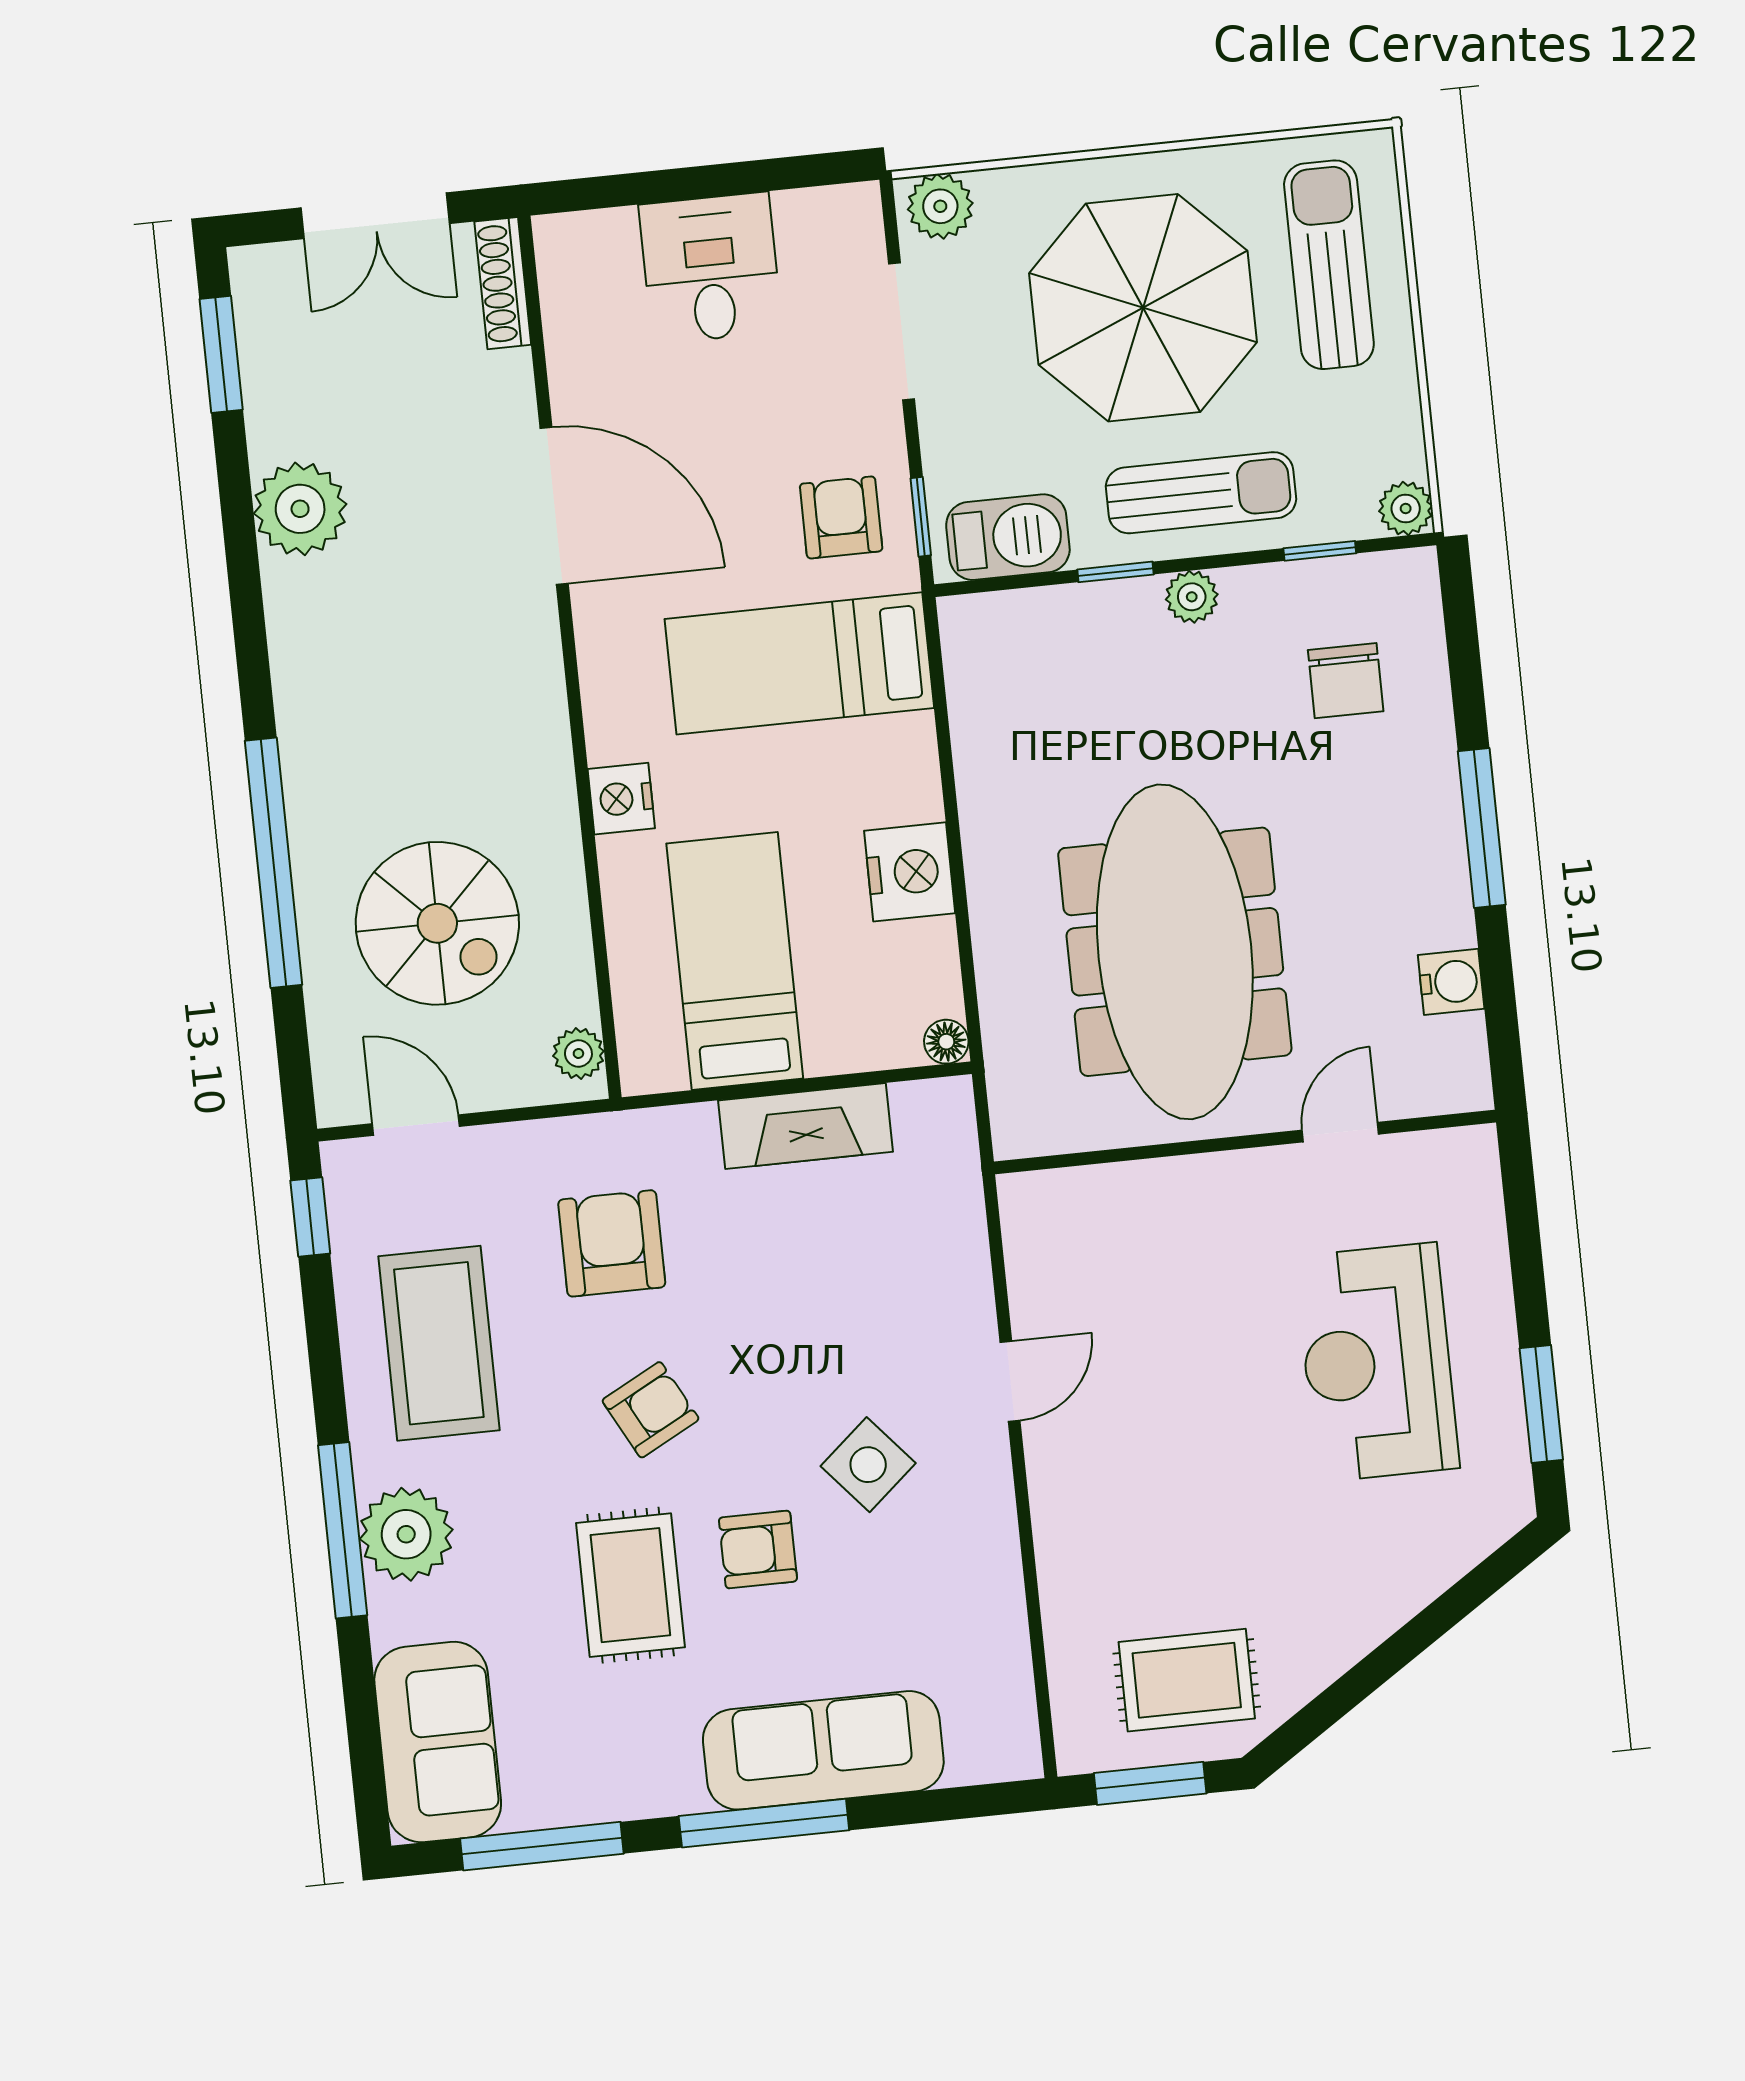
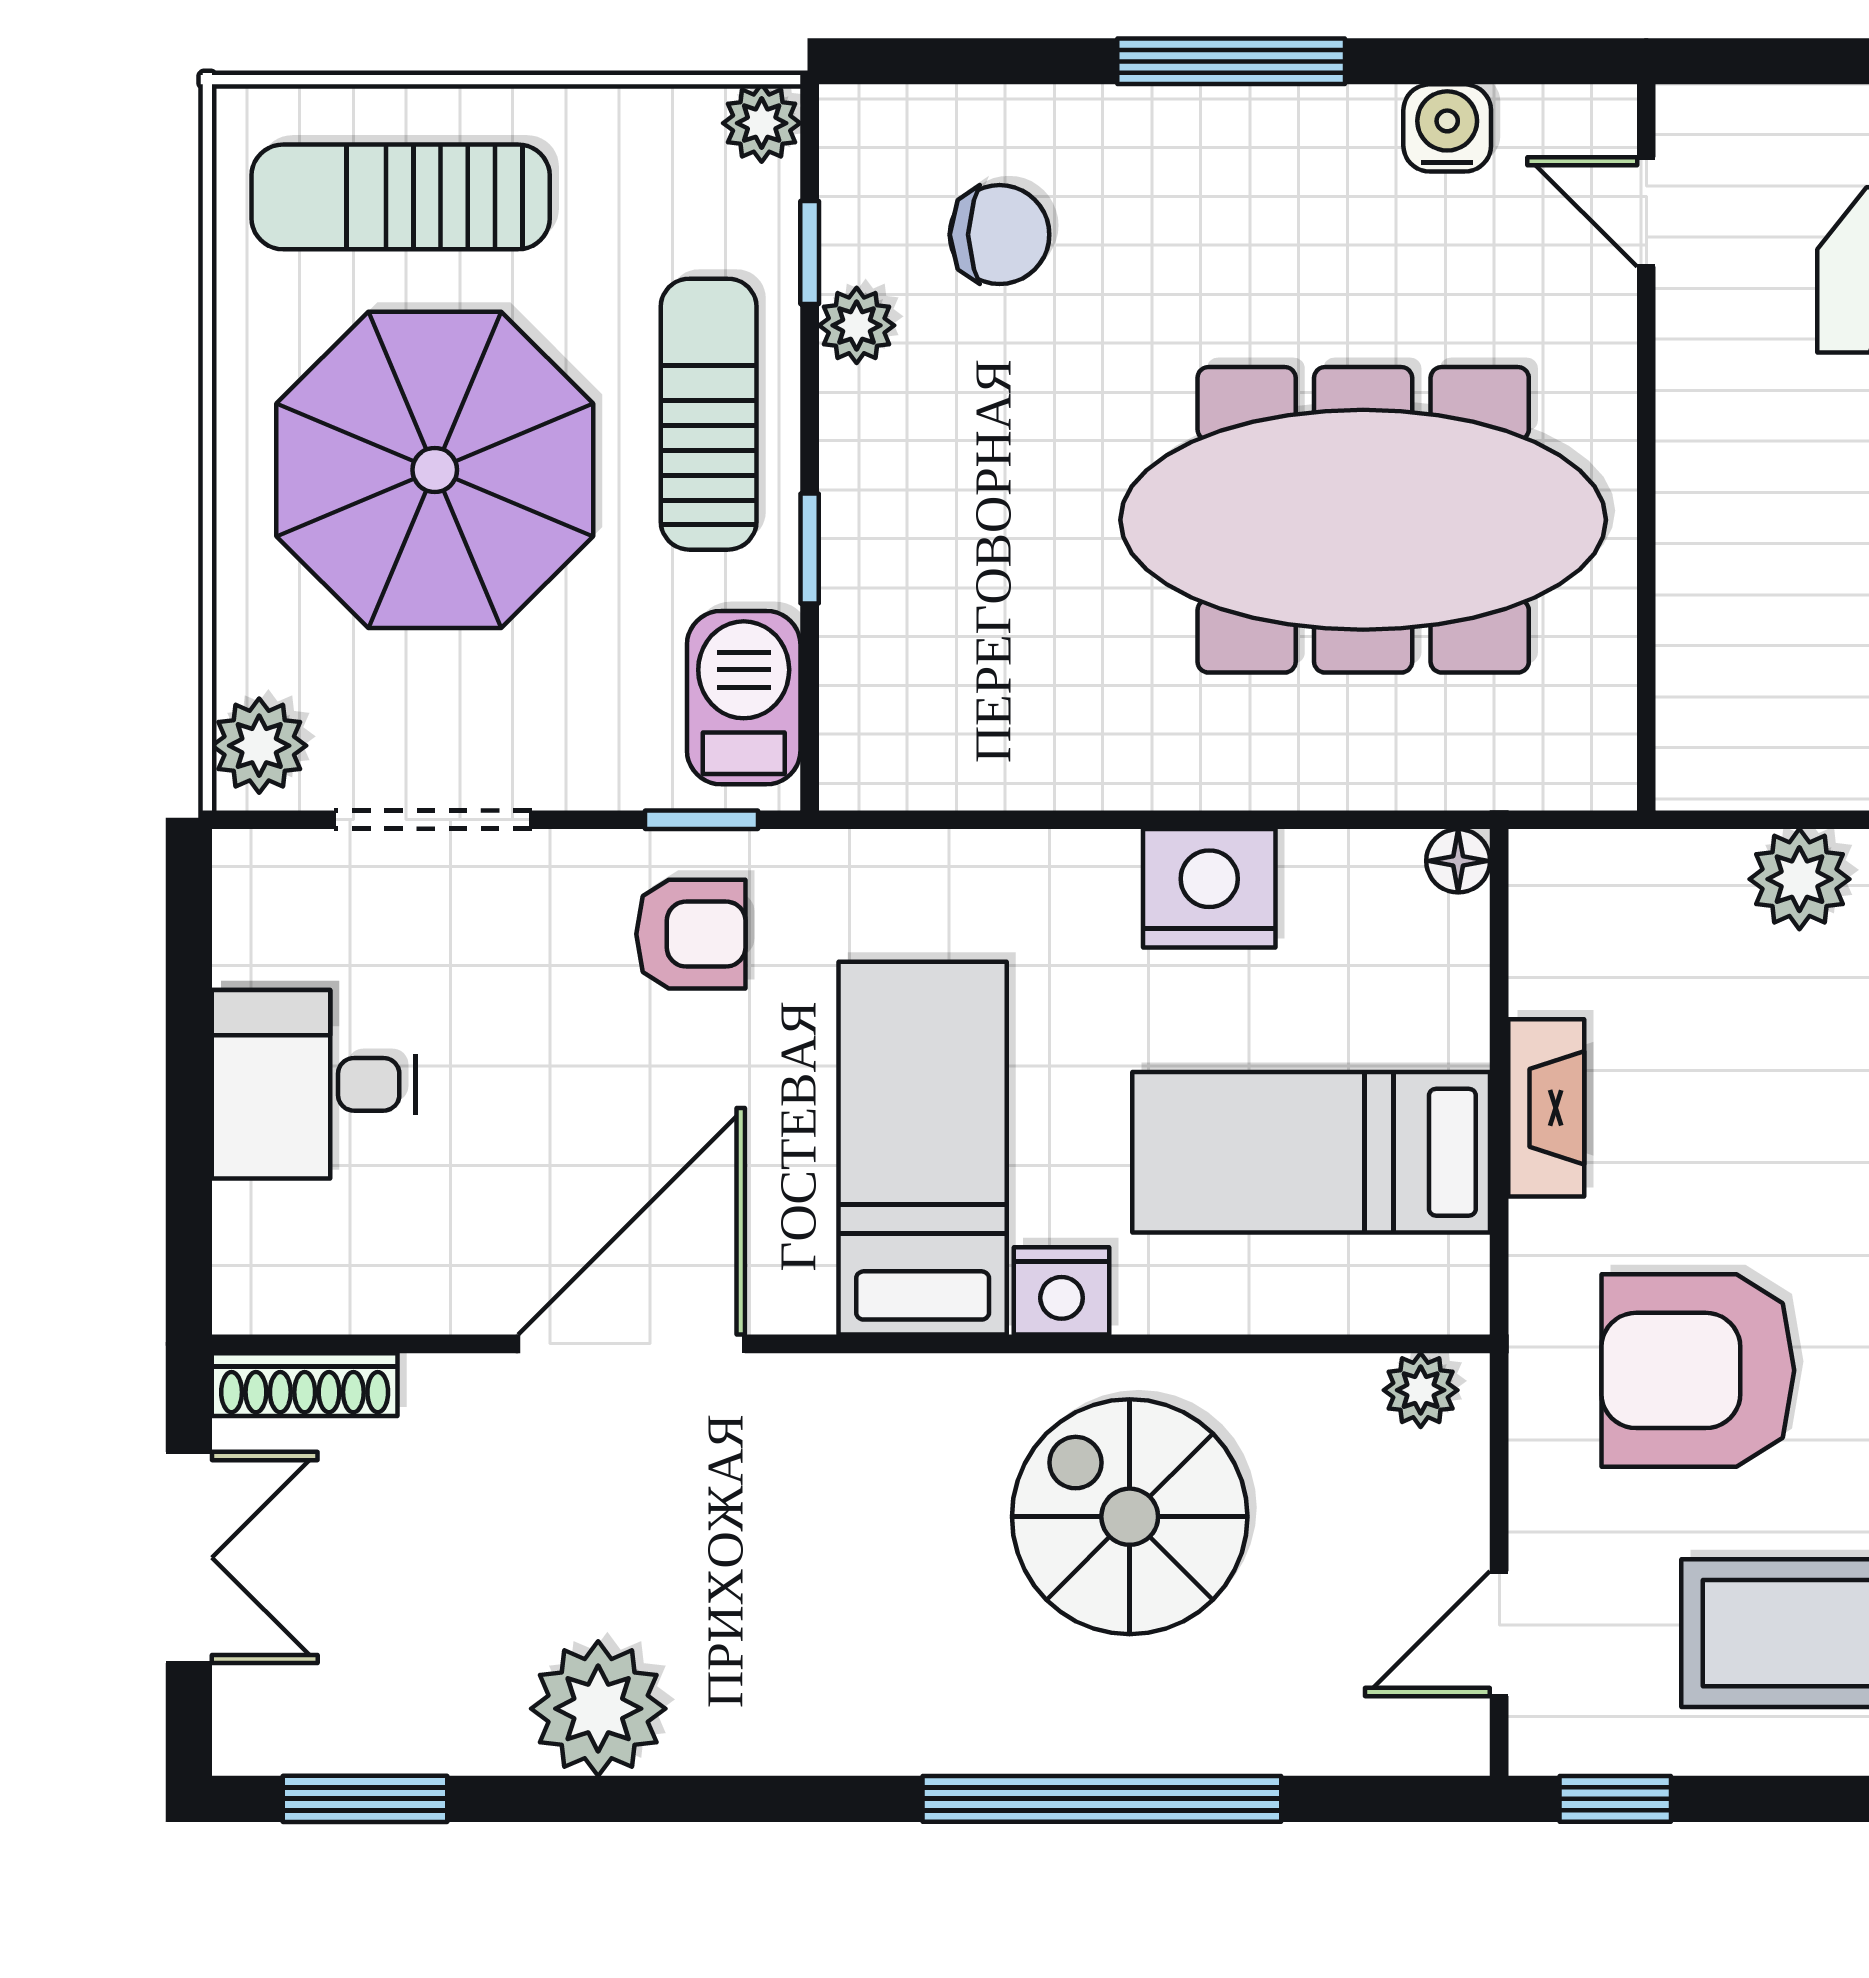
armchair: (841, 517) -> (691, 934), turned 180
plant: (1192, 597) -> (857, 325), moved
bed: (799, 663) -> (923, 1148), moved, turned 180
spiral stairs: (437, 923) -> (1130, 1517), moved, turned -90
fireplace: (806, 1126) -> (1546, 1108), width x0.73, depth x0.76
door: (1340, 1132) -> (1646, 212), moved
armchair: (612, 1243) -> (1698, 1370), width x1.36, depth x1.36
plant: (958, 1279) -> (1799, 879), added

